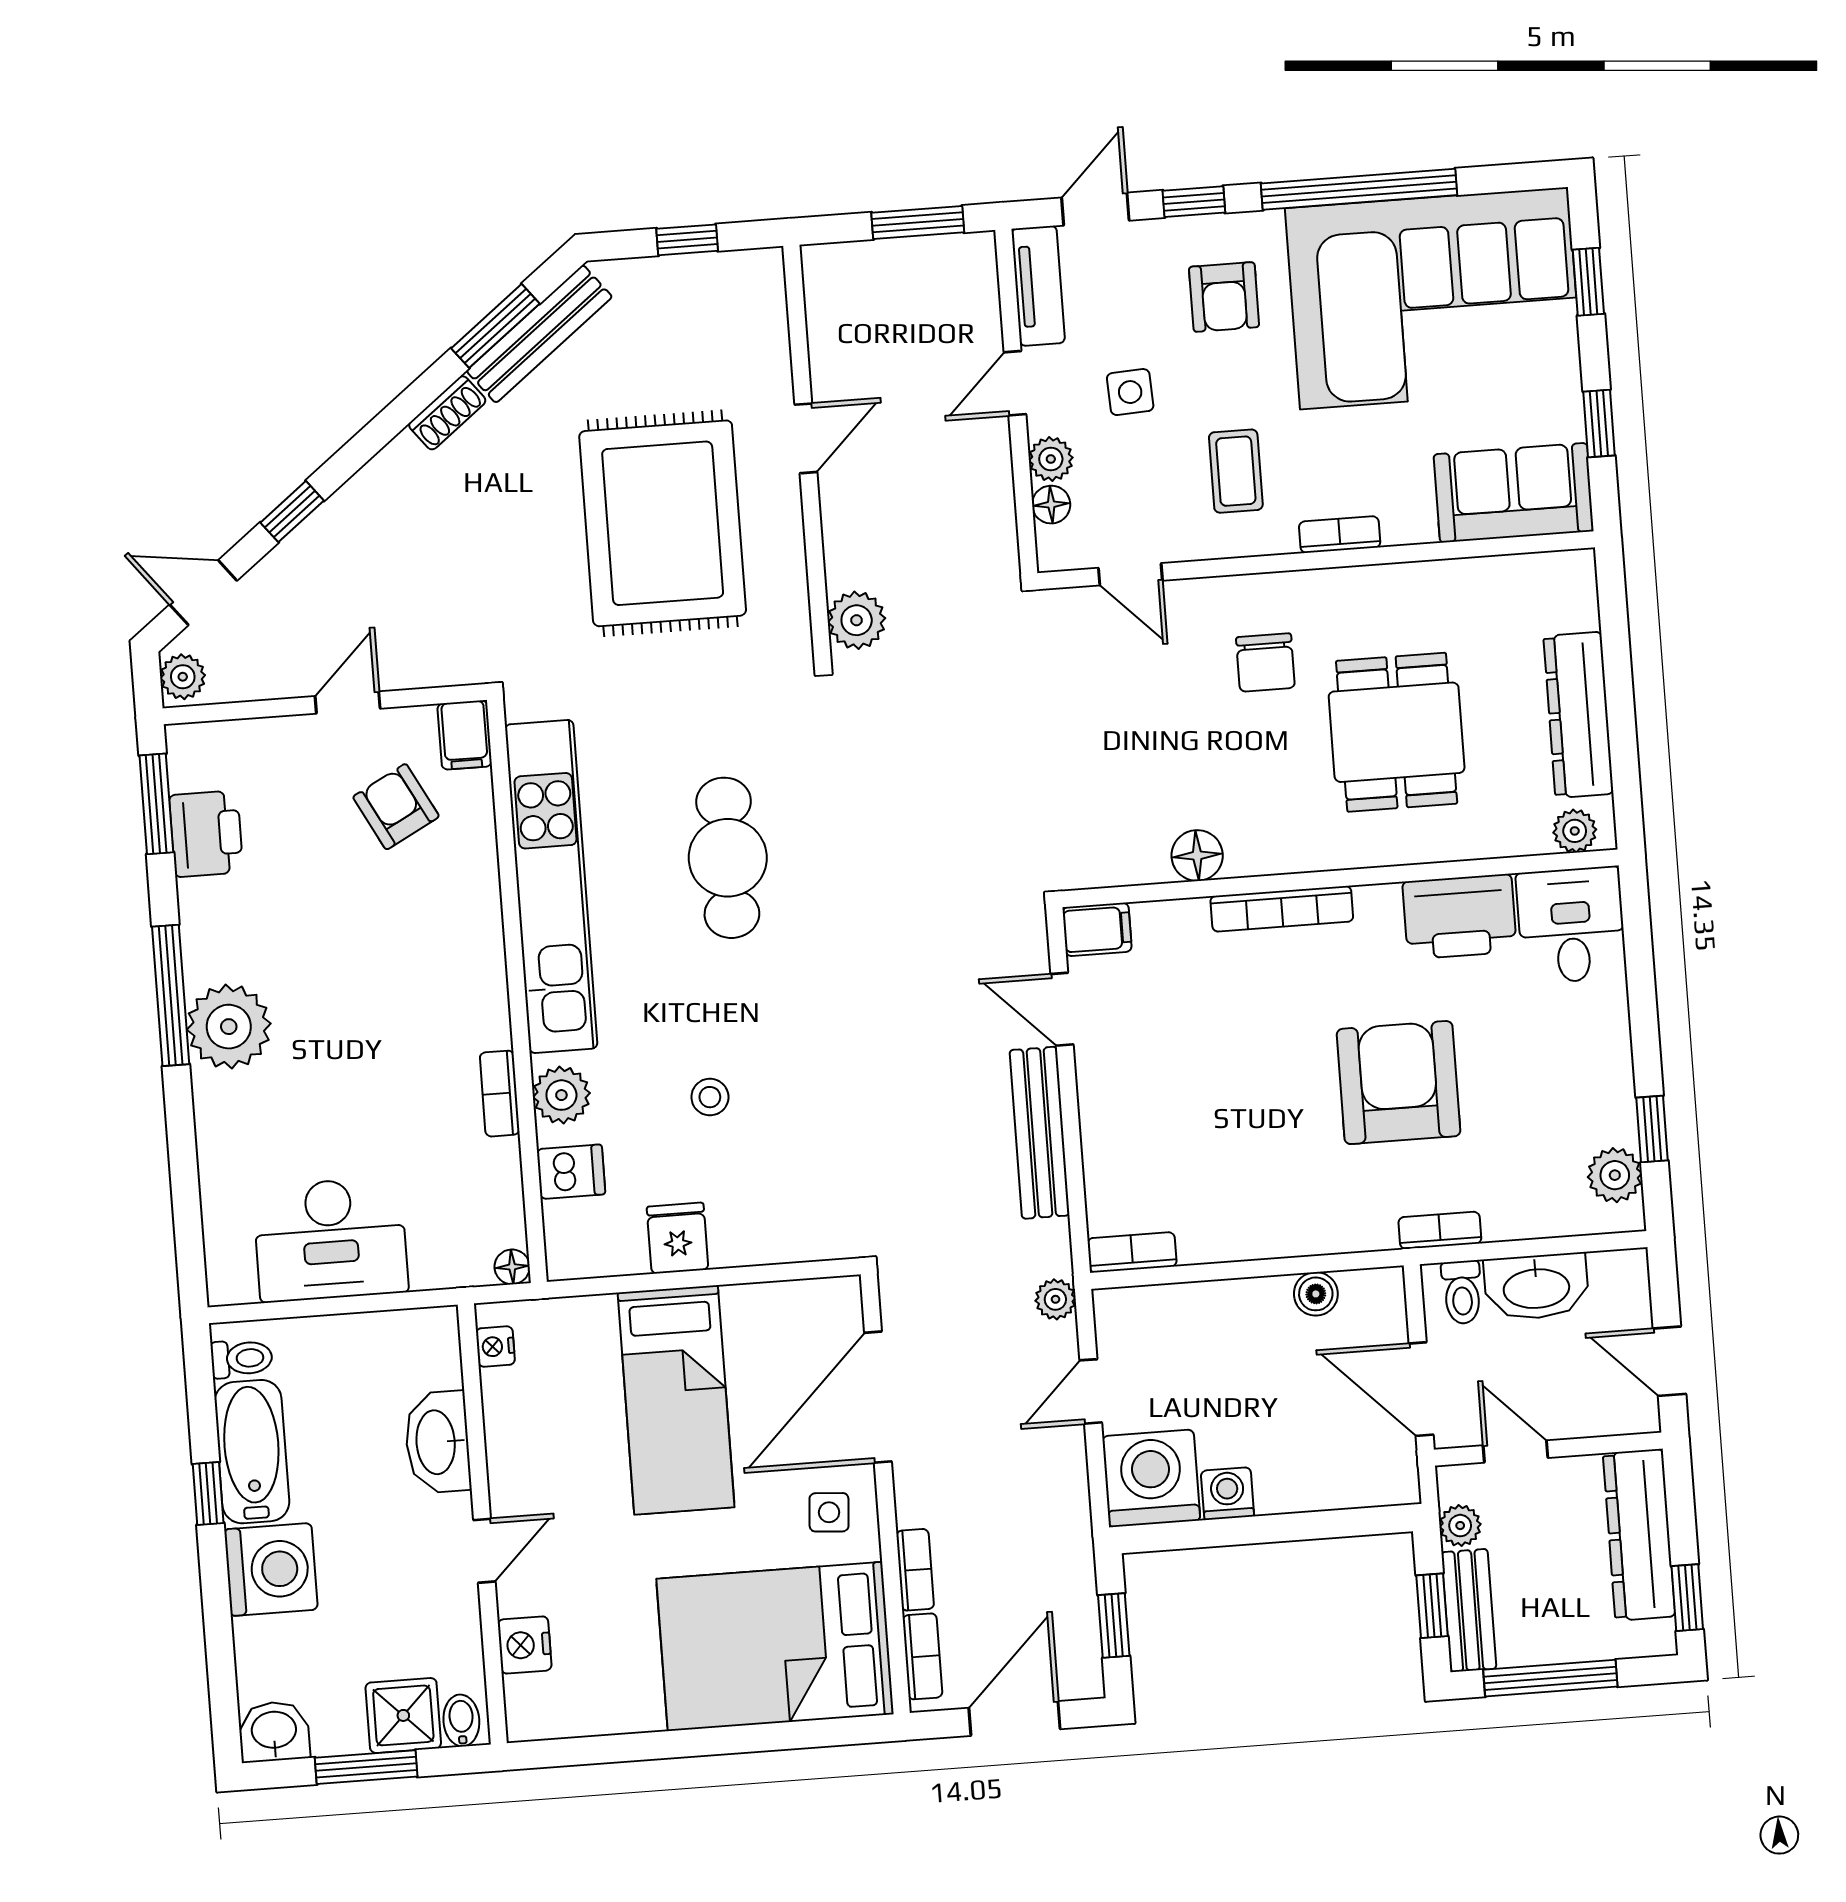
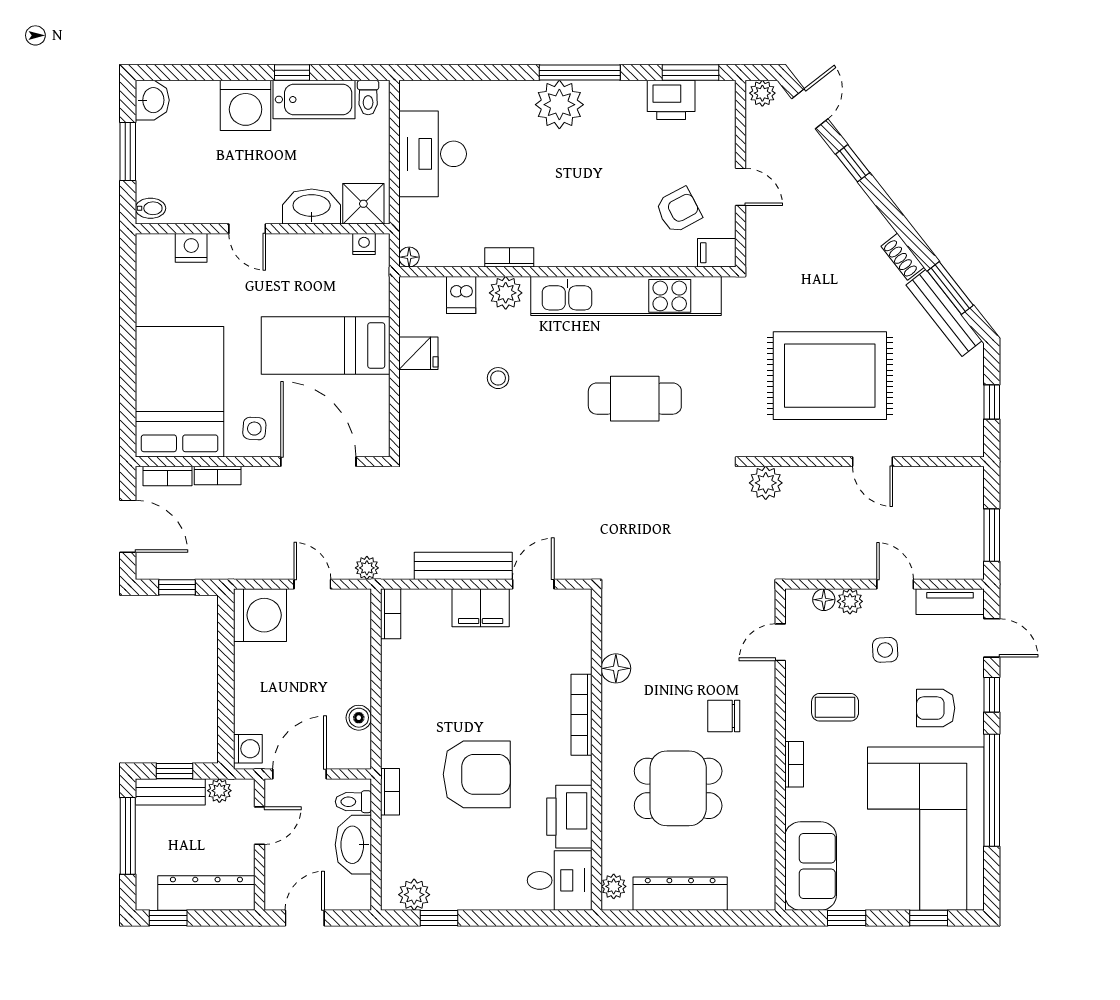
filing cabinet: (1097, 929) -> (481, 608), moved, width x2.00
washing machine: (1227, 1494) -> (248, 749), moved
shower: (403, 1715) -> (363, 204), moved

